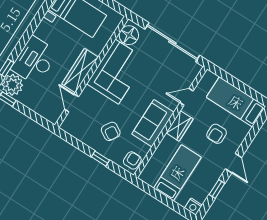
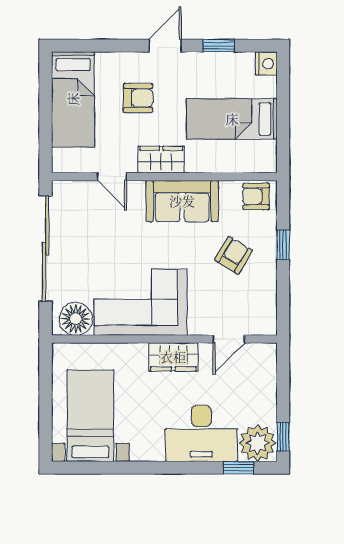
wardrobe: (80, 71) -> (173, 357), width x0.67

